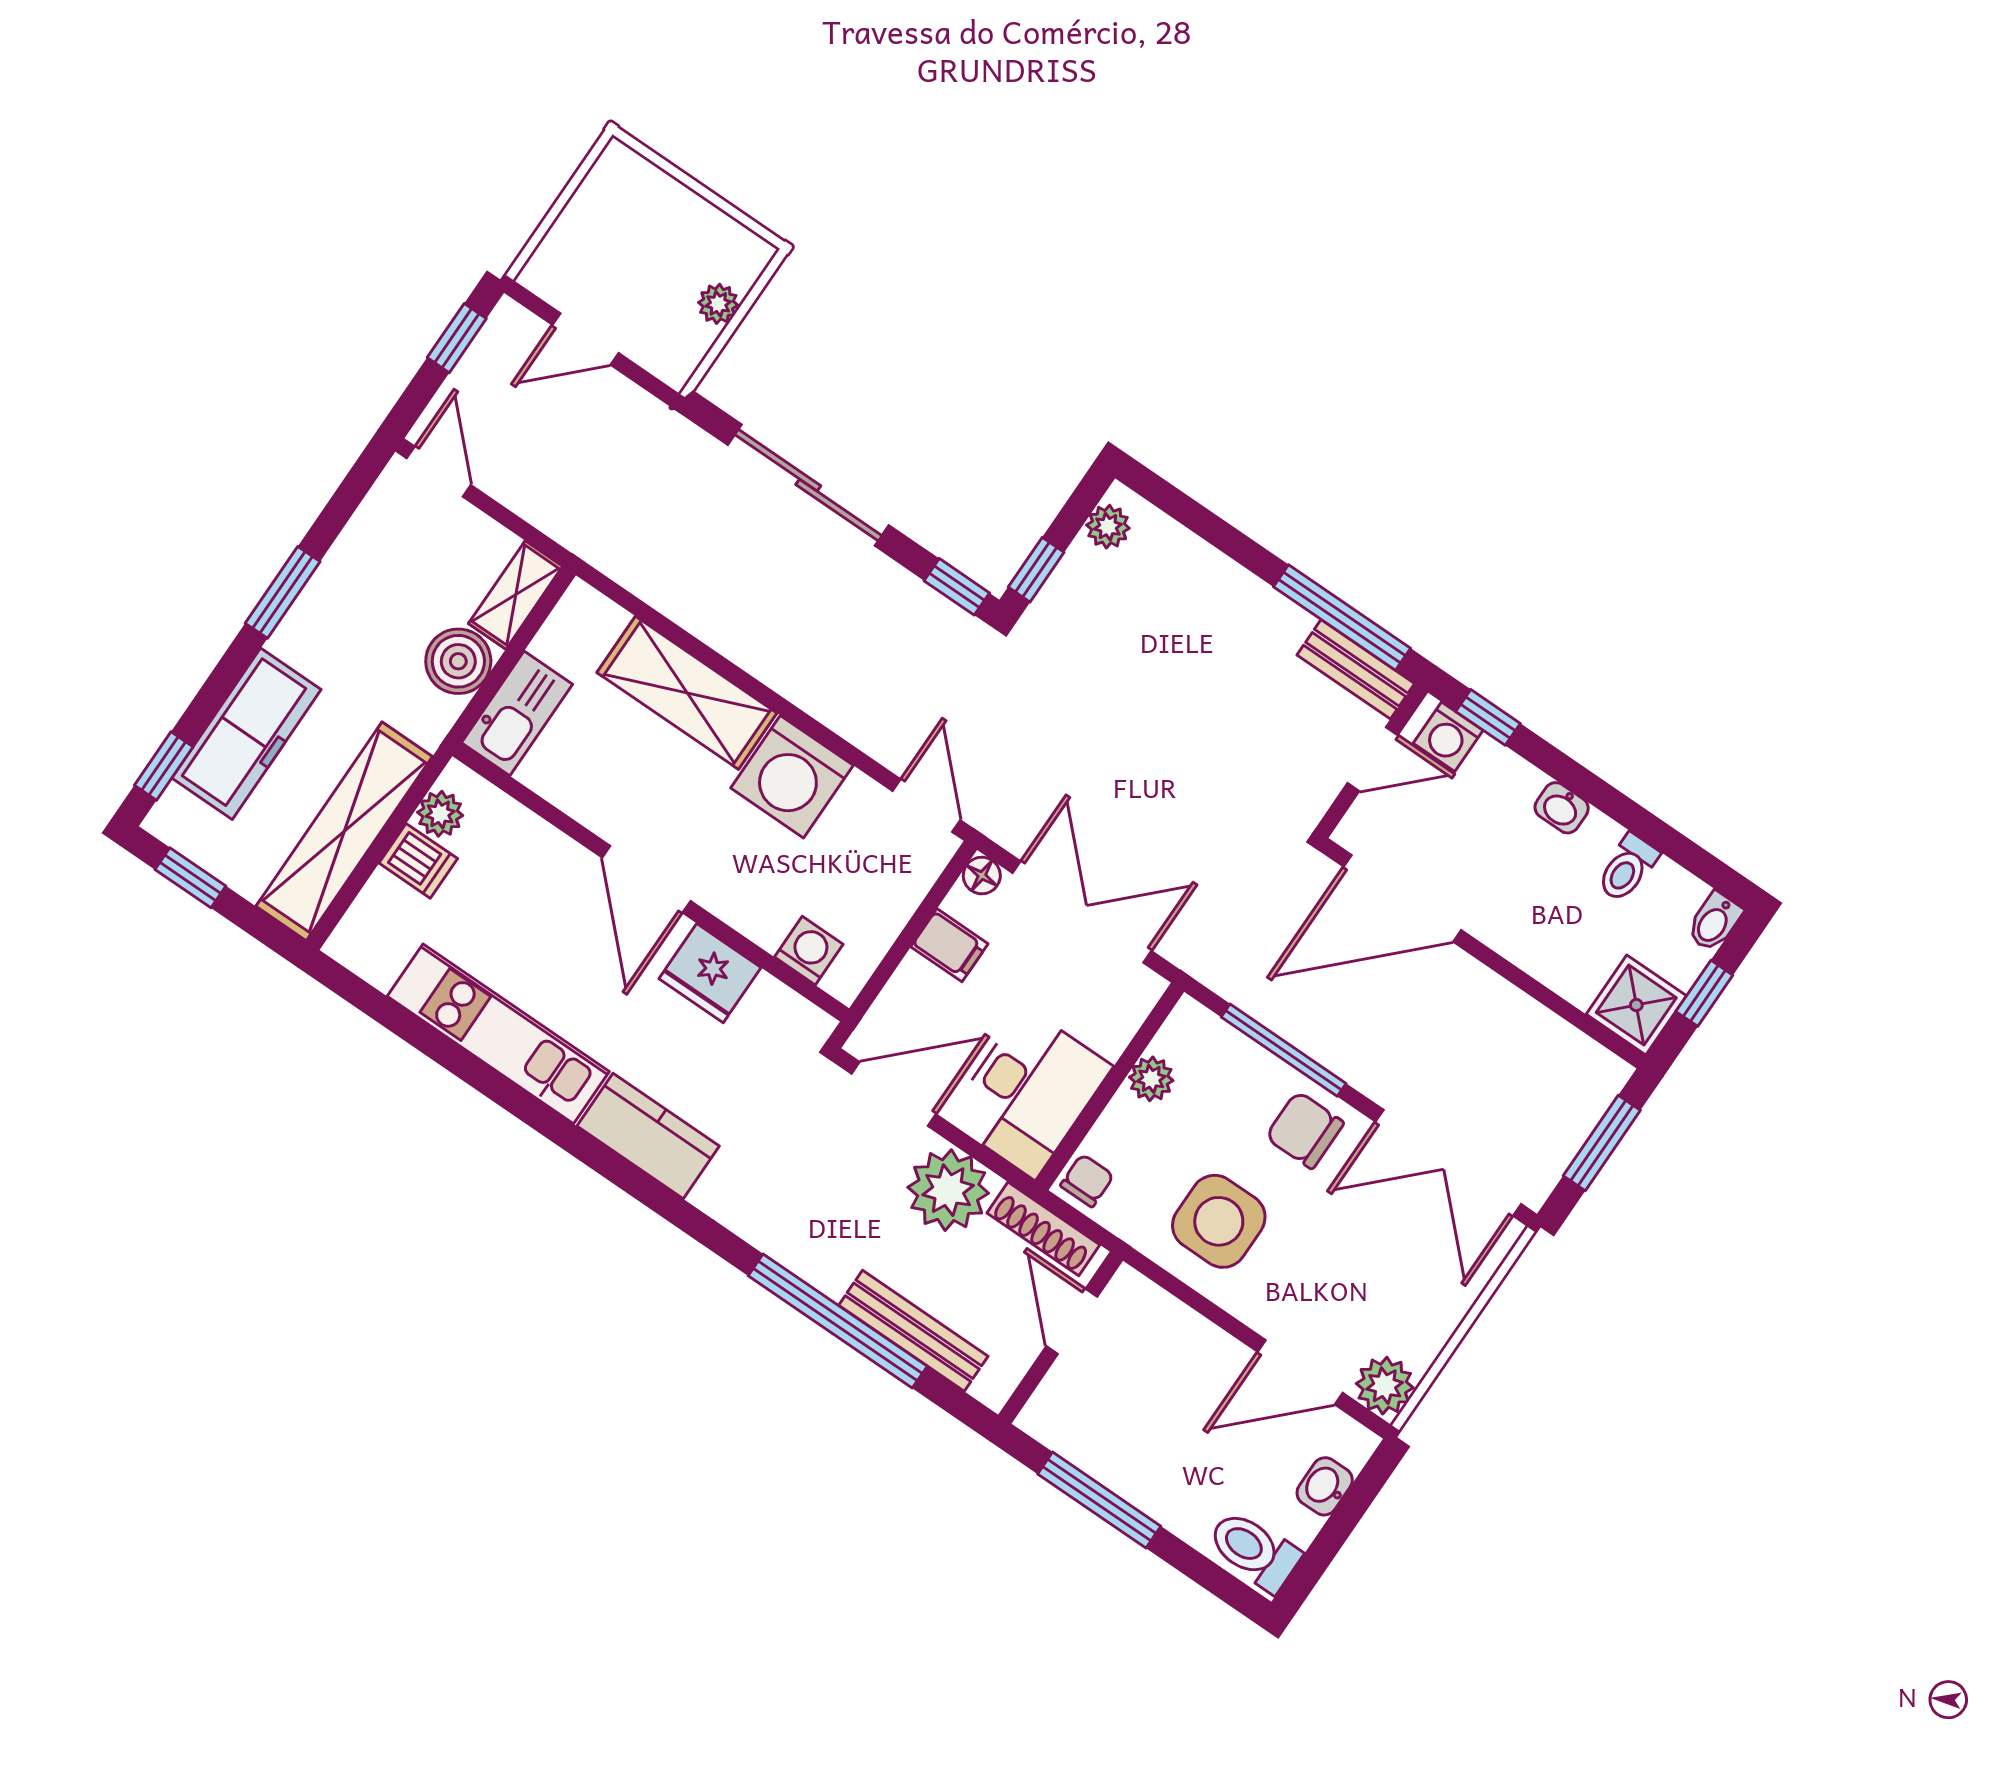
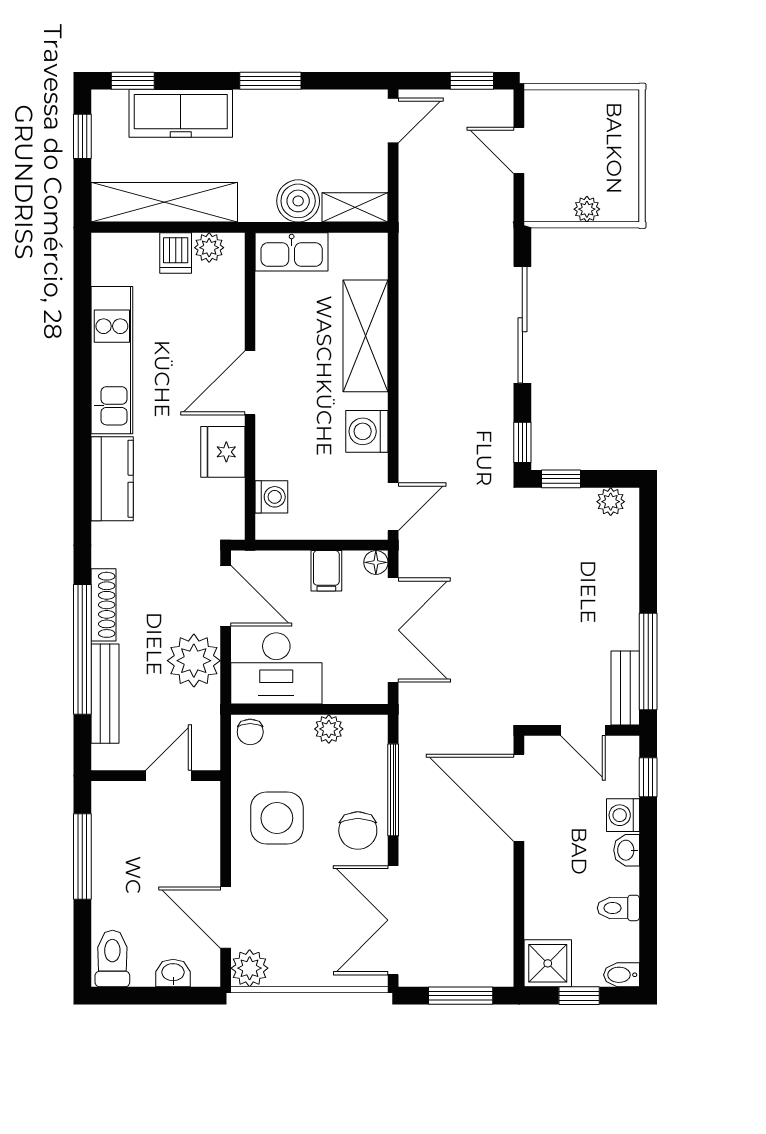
washing machine: (1448, 737) -> (623, 815), moved
washing machine: (792, 777) -> (367, 431), width x0.73, depth x0.73
chair: (1305, 1130) -> (358, 831), turned 180
chair: (1087, 1181) -> (250, 732), turned 90
shoe rack: (1043, 1229) -> (103, 605), moved, turned 180

